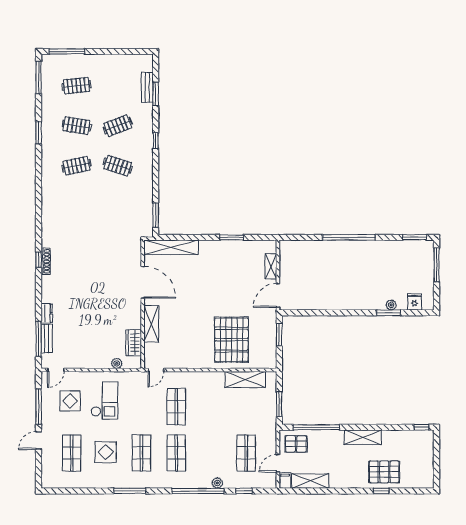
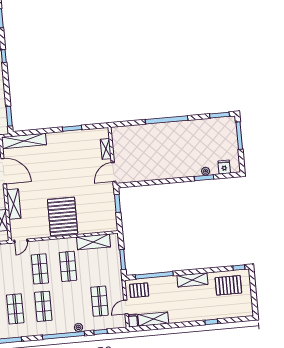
pallet: (231, 340) -> (63, 216), moved
shop shelf: (211, 407) -> (68, 266), added
pallet: (384, 472) -> (228, 285), moved

